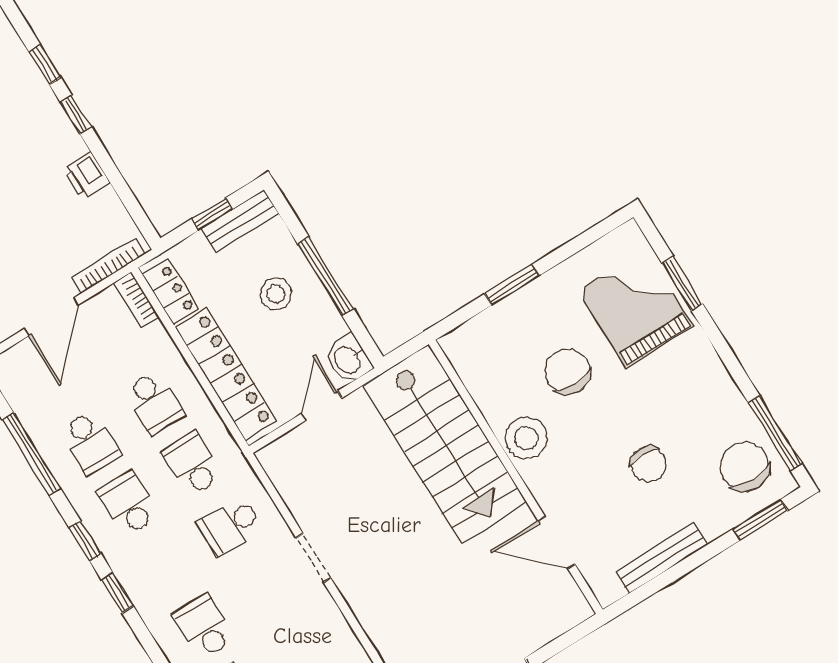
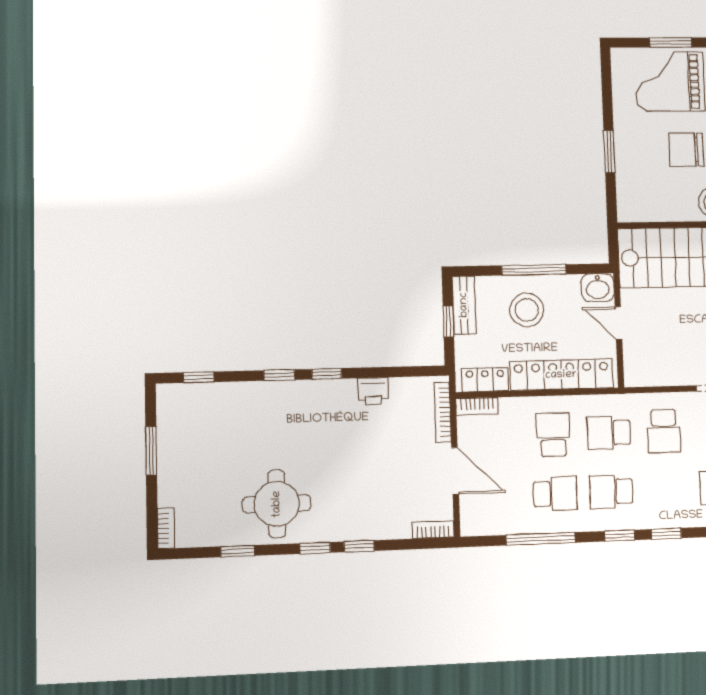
stool: (276, 294) -> (527, 310), width x1.38, depth x1.38
school desk: (154, 403) -> (553, 435), turned -90

